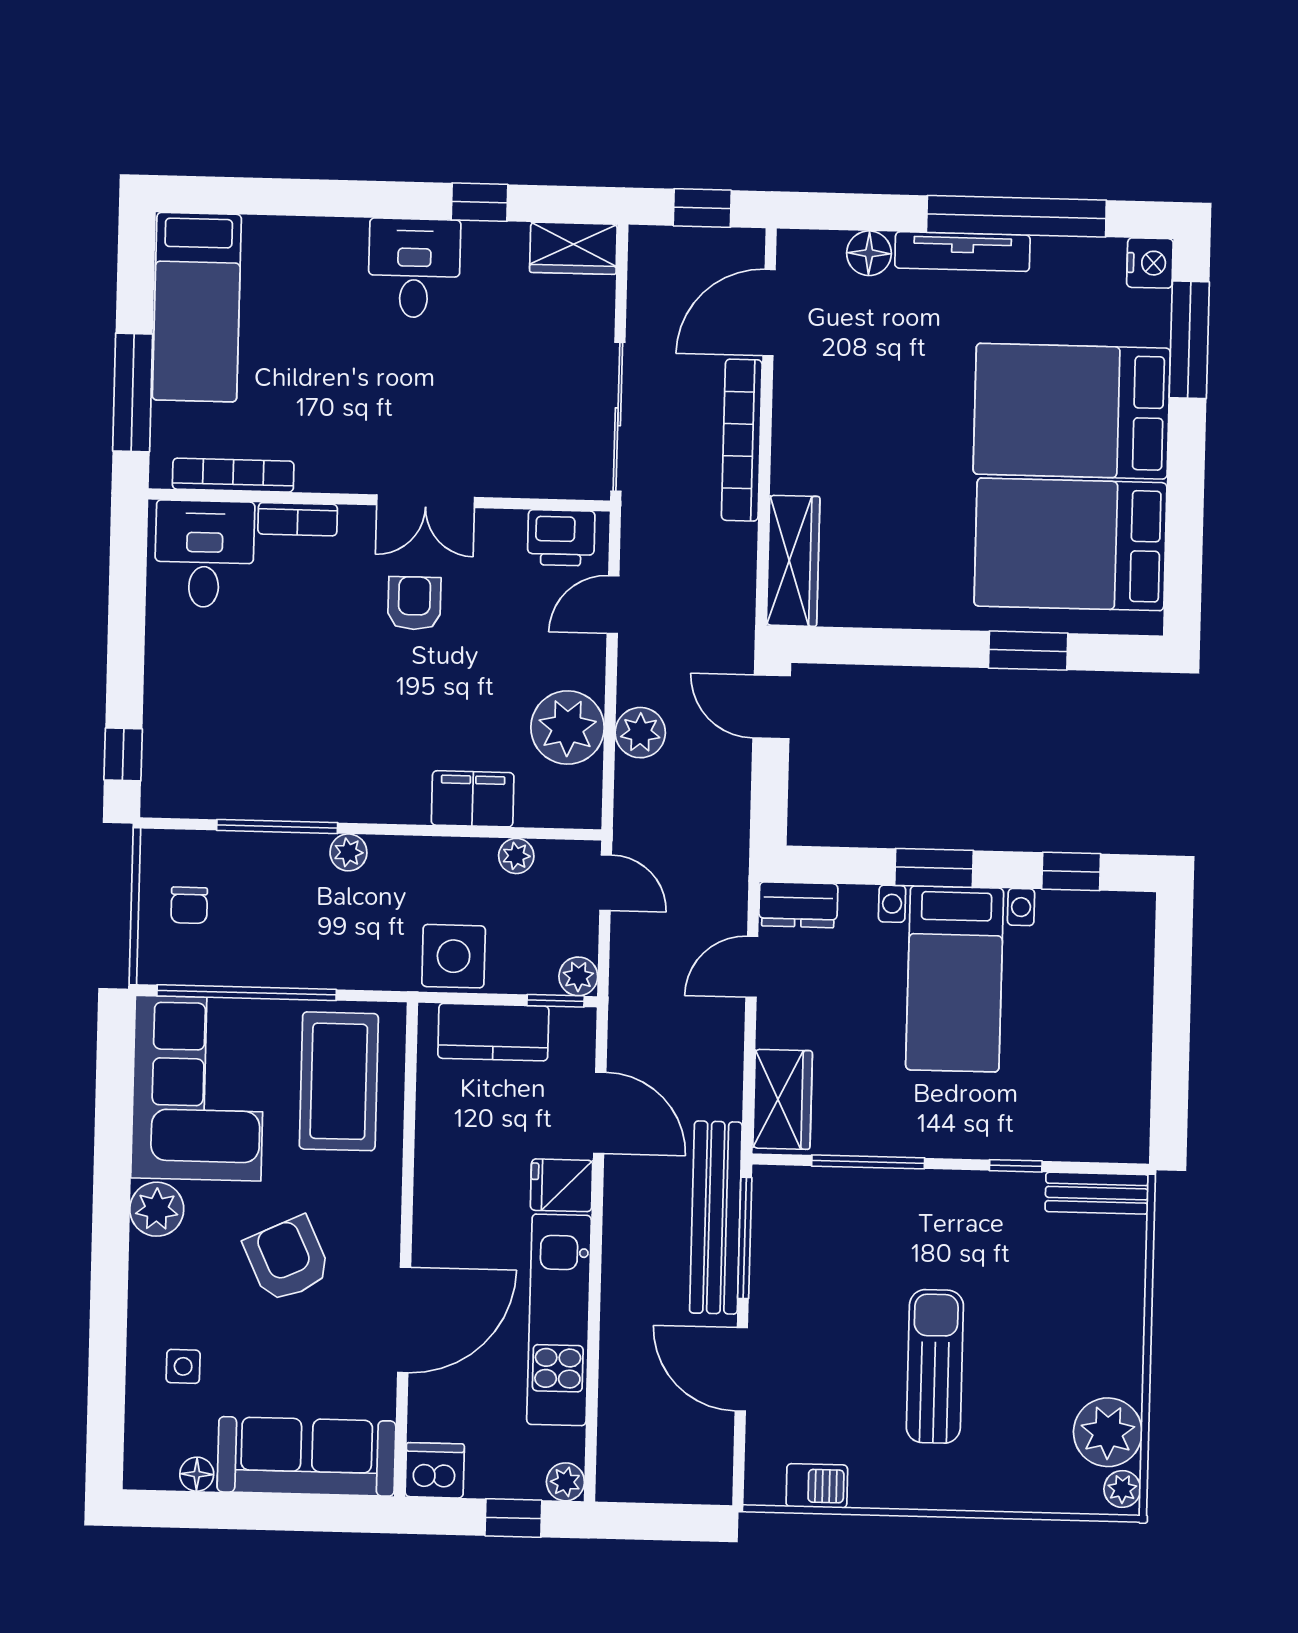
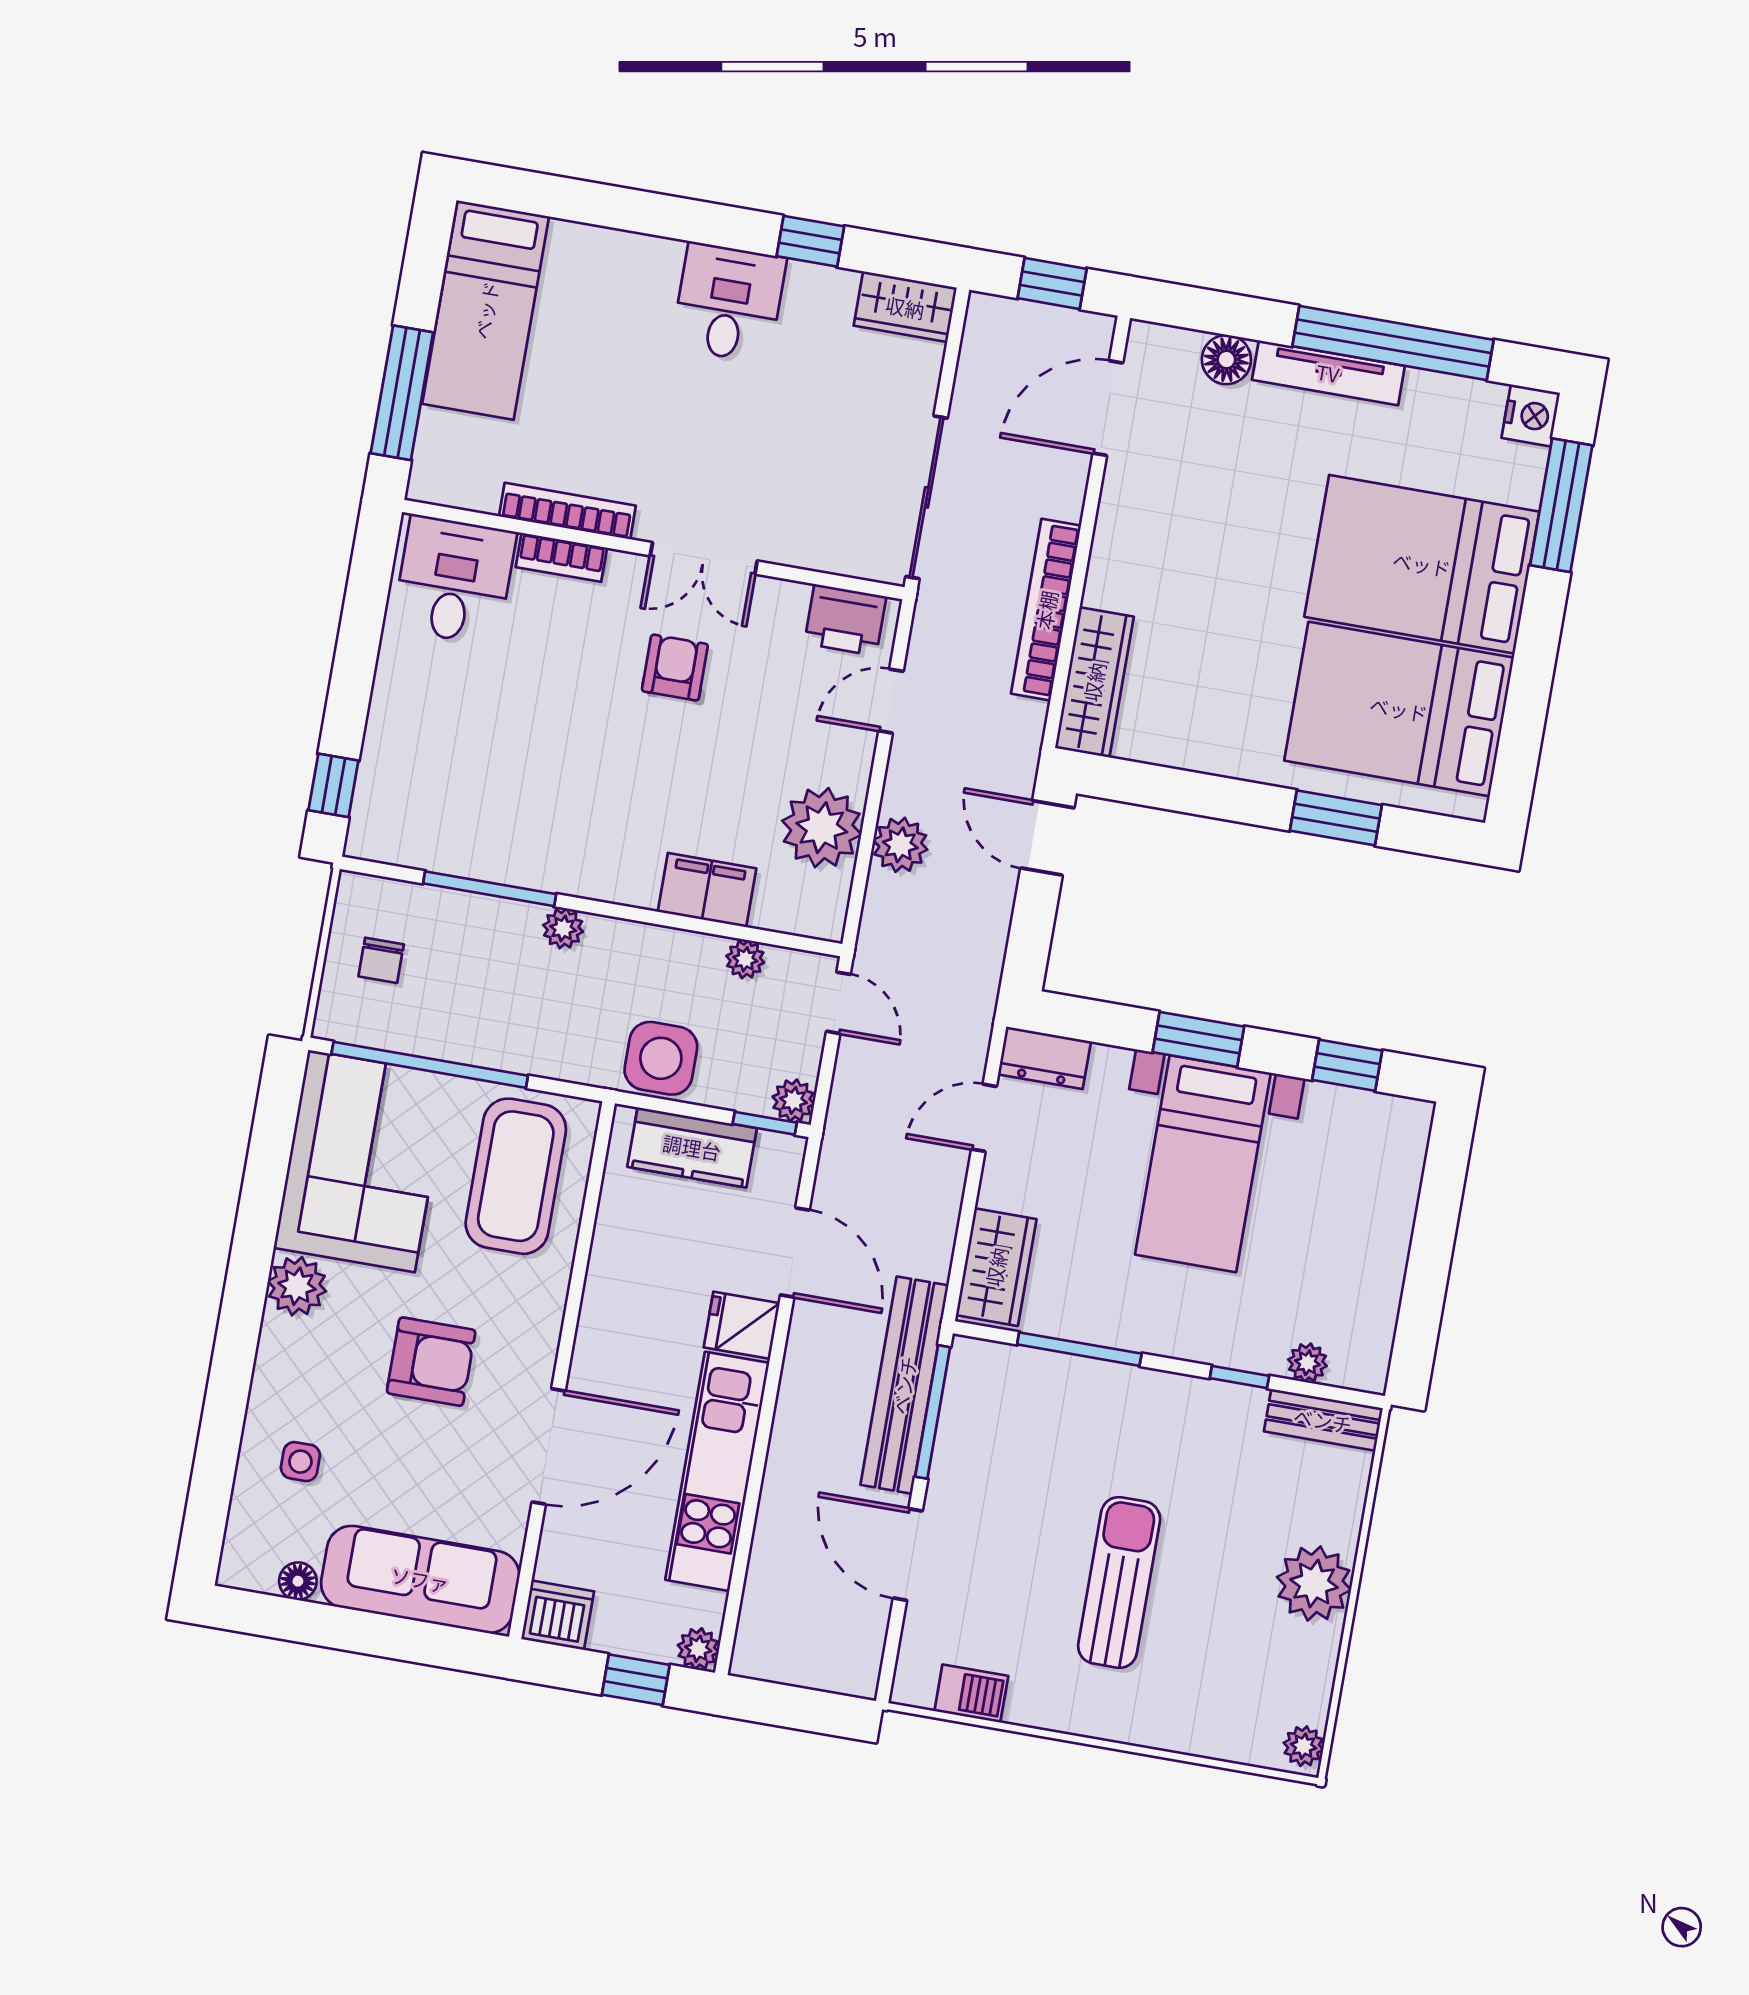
bookcase: (742, 440) -> (1046, 610), moved
bookcase: (233, 475) -> (567, 511), moved
plant: (1075, 1144) -> (1307, 1363), added
armchair: (287, 1259) -> (431, 1362), turned 115
plant: (1108, 1432) -> (1314, 1583), moved

